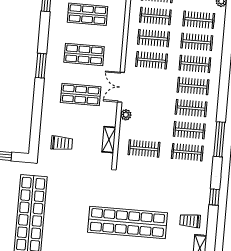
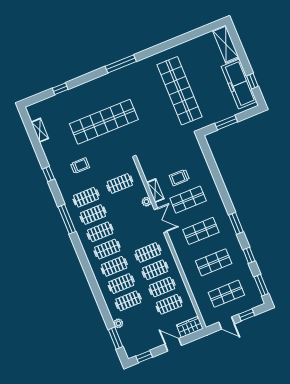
window: (41, 66) -> (236, 223), moved
shelving: (109, 140) -> (155, 191), moved
trolley: (62, 143) -> (179, 178), moved
trolley: (190, 221) -> (80, 166), moved

